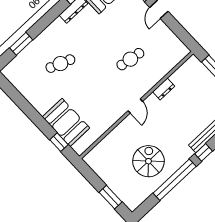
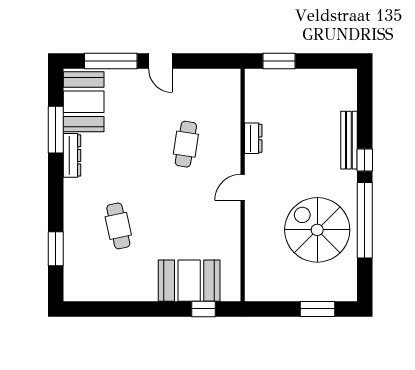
cafe table: (60, 64) -> (118, 226), turned -33
door: (135, 106) -> (243, 187), swing flipped
spiral stairs: (148, 161) -> (317, 230), width x1.37, depth x1.37

